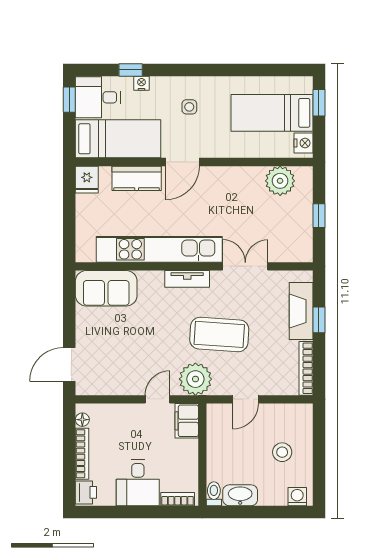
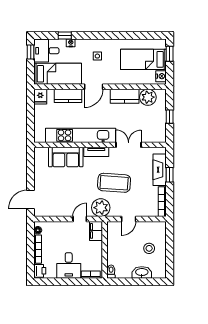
kitchen counter: (238, 179) -> (125, 96), added
sofa: (106, 288) -> (66, 157), moved
washbasin: (240, 495) -> (142, 272), moved
washing machine: (297, 497) -> (157, 273), removed

